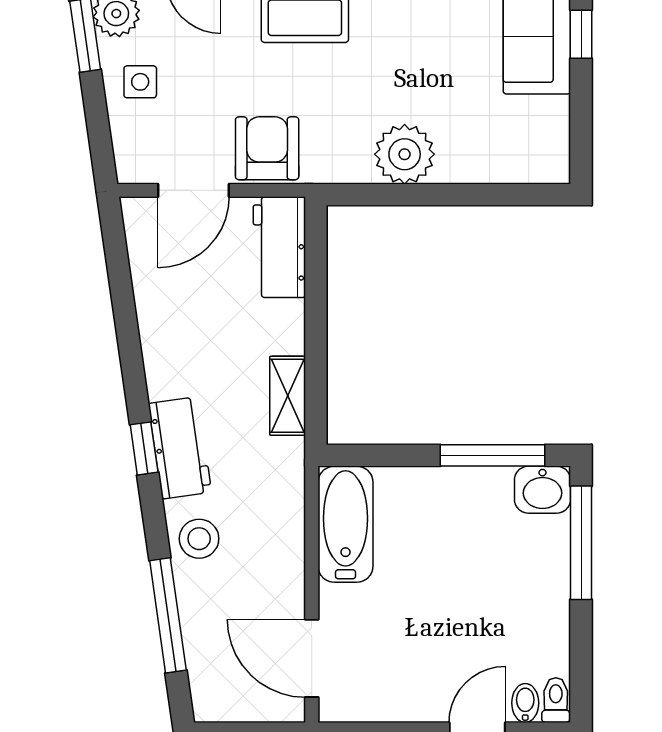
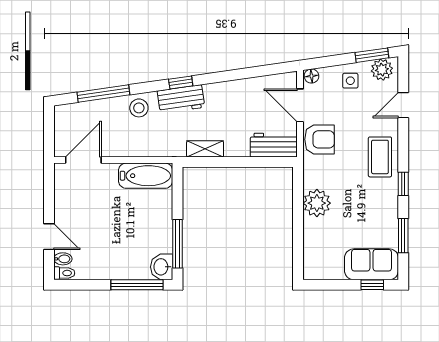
floor lamp: (130, 166) -> (312, 76), added

